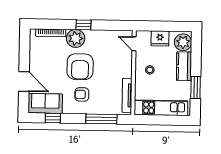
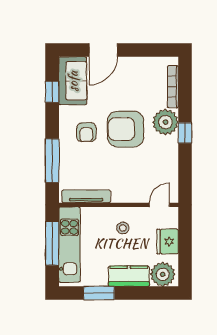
armchair: (82, 94) -> (86, 132), turned 180
window: (160, 120) -> (52, 243), added

